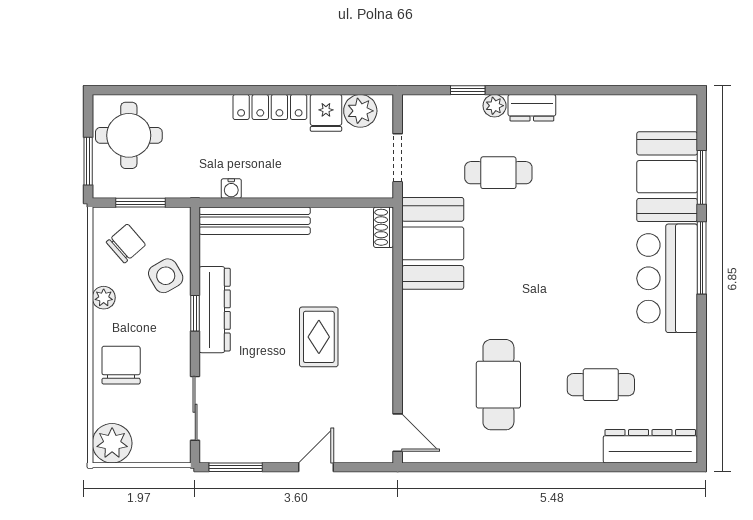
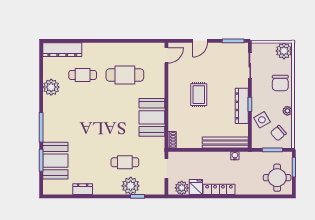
plant: (495, 106) -> (131, 186), width x1.88, depth x1.88
dresser: (532, 108) -> (83, 189), moved
booth: (433, 243) -> (152, 117), moved
bar counter: (667, 278) -> (55, 119), removed
plant: (677, 355) -> (51, 87), added
cafe table: (498, 385) -> (125, 75), turned 90
door: (398, 433) -> (166, 55), swing flipped

